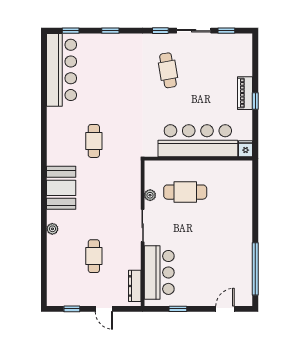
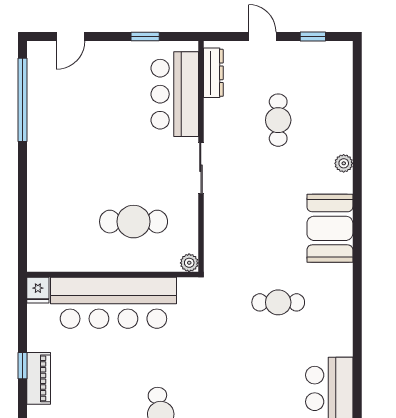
cafe table: (94, 141) -> (278, 302), turned 90
plant: (150, 195) -> (189, 263), moved

